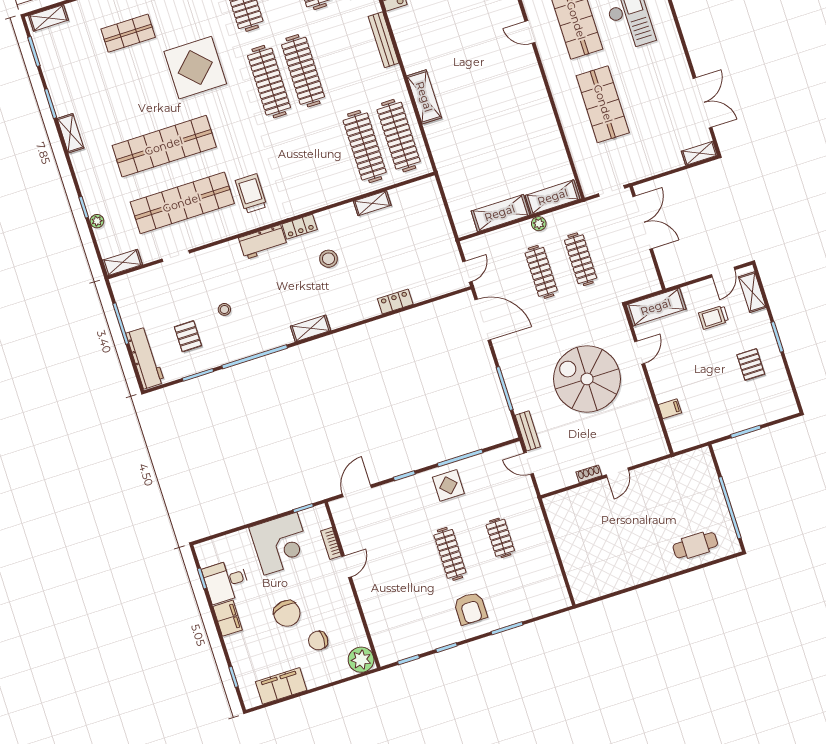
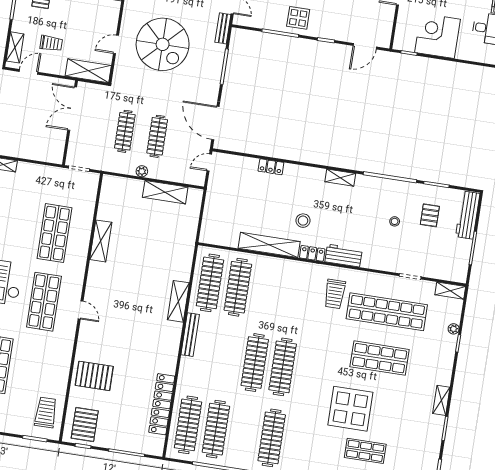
bench: (384, 40) -> (190, 335), moved
display table: (195, 68) -> (350, 409), moved
shop shelf: (164, 146) -> (380, 358), width x0.71
shelving: (553, 197) -> (101, 241), moved, turned 90
shelving: (372, 203) -> (269, 245), width x2.20, depth x1.33
double door: (643, 223) -> (72, 109), moved
bookcase: (331, 543) -> (402, 18), removed

